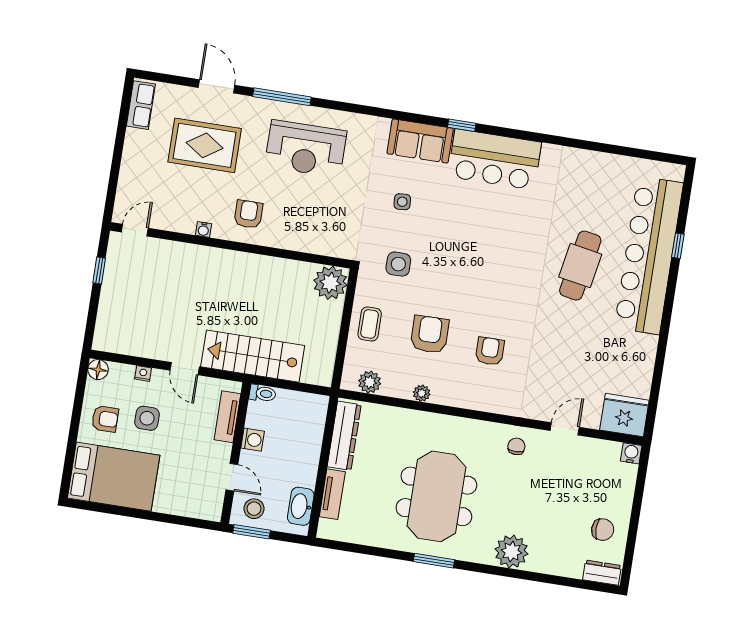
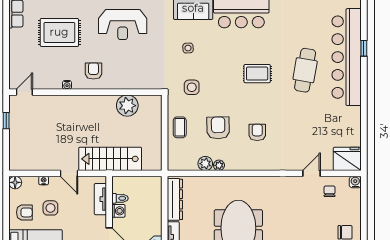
rug: (504, 259) -> (257, 74), added
plant: (330, 283) -> (127, 106), moved
plant: (370, 382) -> (205, 164), moved
toilet: (263, 393) -> (120, 198), moved
chair: (516, 446) -> (330, 191), moved

